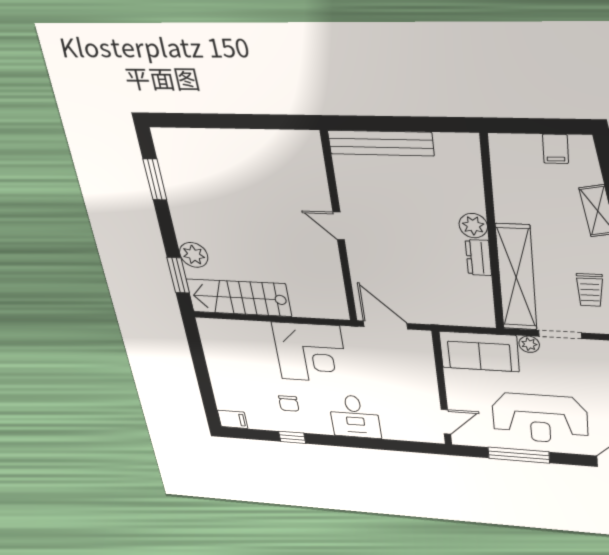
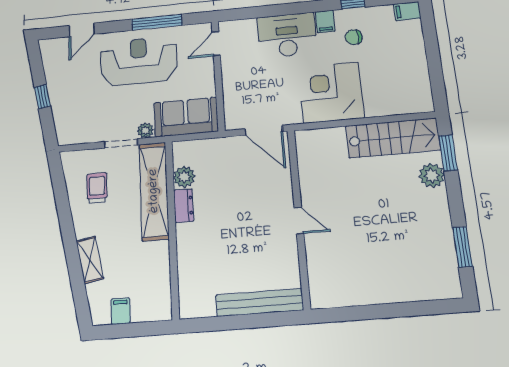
plant: (473, 226) -> (184, 177), moved
chair: (289, 404) -> (354, 37), turned -90
desk: (355, 417) -> (287, 35), width x1.37
filing cabinet: (321, 424) -> (325, 21), added

